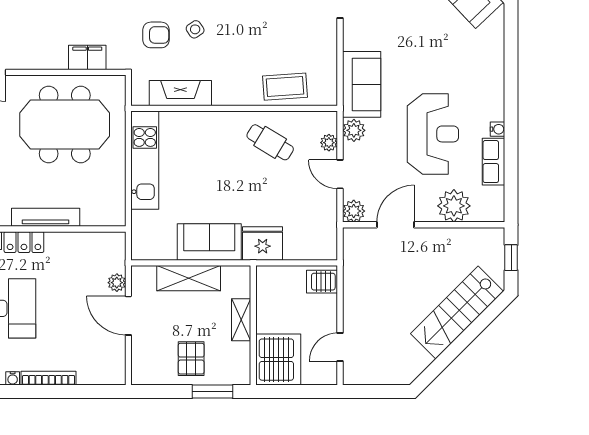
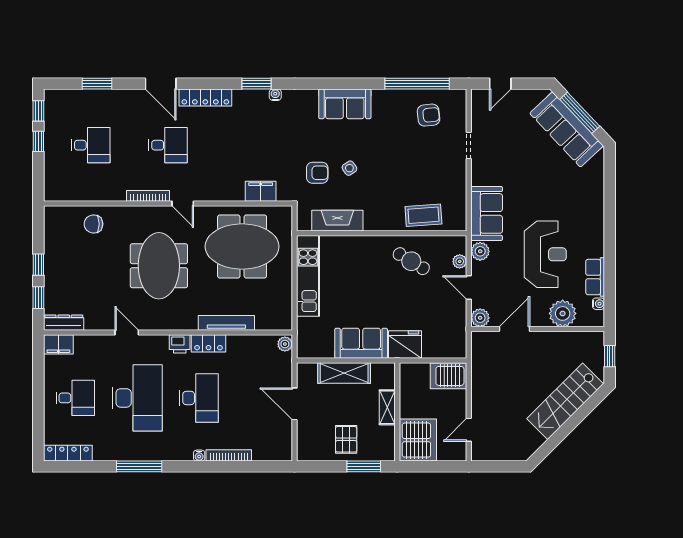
water cooler: (498, 129) -> (599, 304), moved
server rack: (322, 282) -> (448, 376), width x1.36, depth x1.44
plant: (117, 283) -> (285, 344), moved

